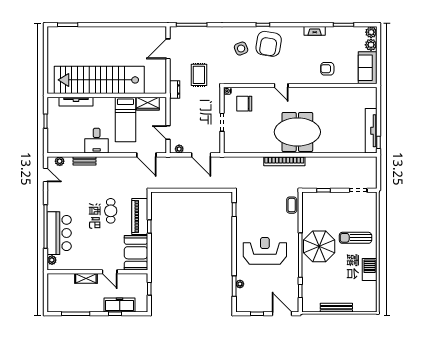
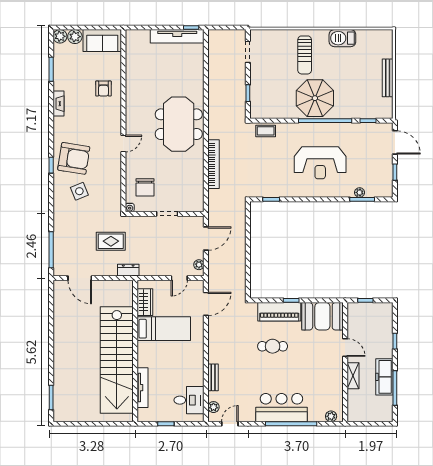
desk: (97, 141) -> (189, 400), moved
bookcase: (284, 161) -> (213, 164), moved
bar counter: (59, 233) -> (281, 408), moved
reception desk: (265, 251) -> (320, 163), turned -90
door: (110, 272) -> (345, 347), hinge flipped
freezer: (120, 305) -> (384, 377), moved
door: (282, 314) -> (395, 142), swing flipped

